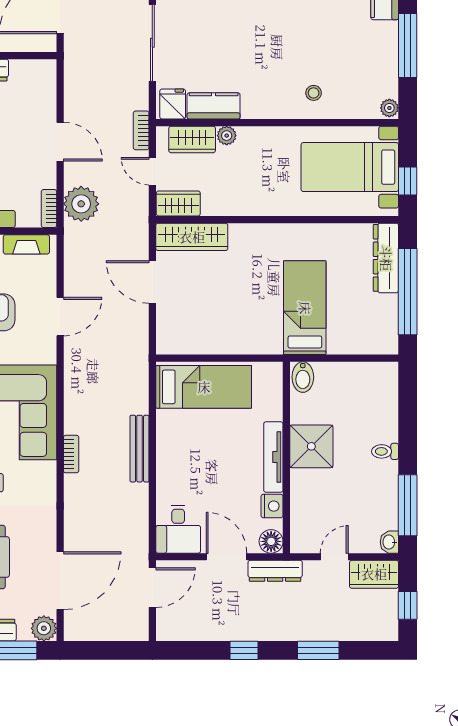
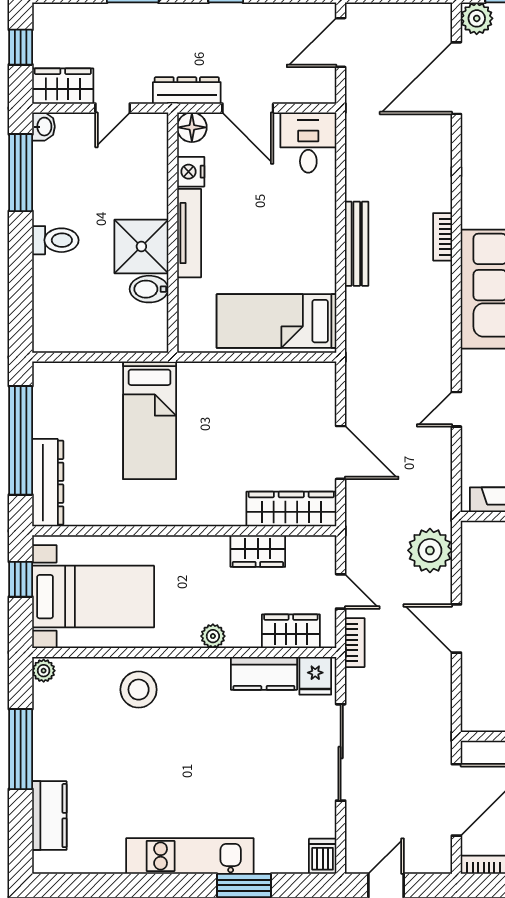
stool: (314, 93) -> (139, 690), width x1.89, depth x1.89
plant: (227, 136) -> (213, 636), moved
wardrobe: (178, 203) -> (258, 551), moved
bookcase: (49, 209) -> (470, 545), removed
door: (60, 317) -> (456, 409), width x0.73
bidet: (303, 377) -> (149, 289), moved, turned -90
toilet: (385, 451) -> (55, 240), width x1.37, depth x1.39
door: (152, 588) -> (341, 42), moved

